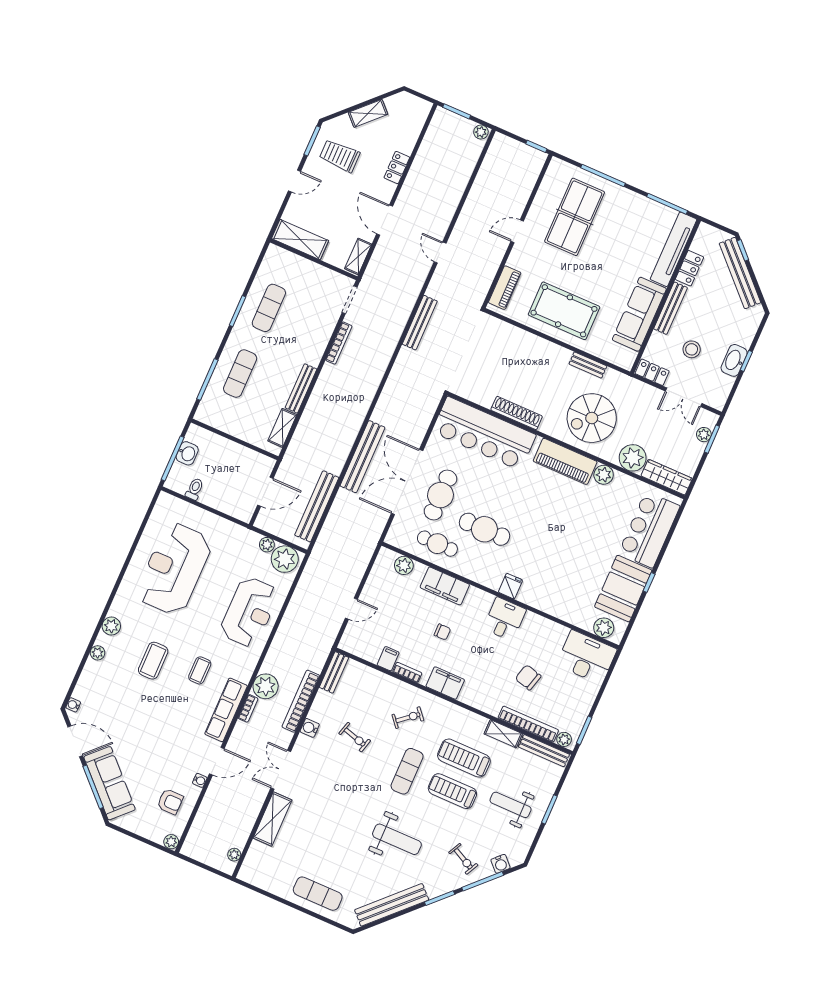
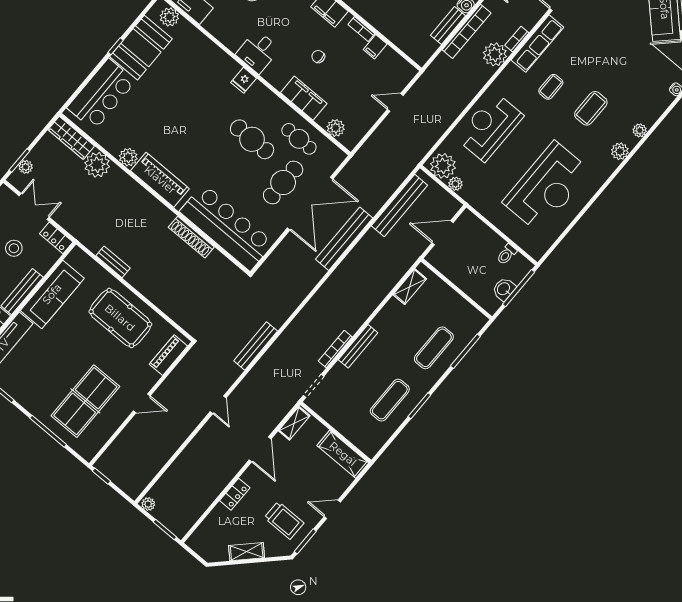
bench: (301, 388) -> (358, 346), moved
spiral stairs: (592, 418) -> (124, 212), removed
bench: (334, 672) -> (448, 26), moved

